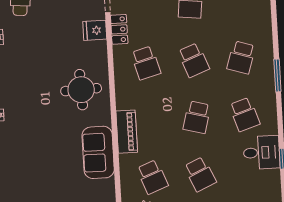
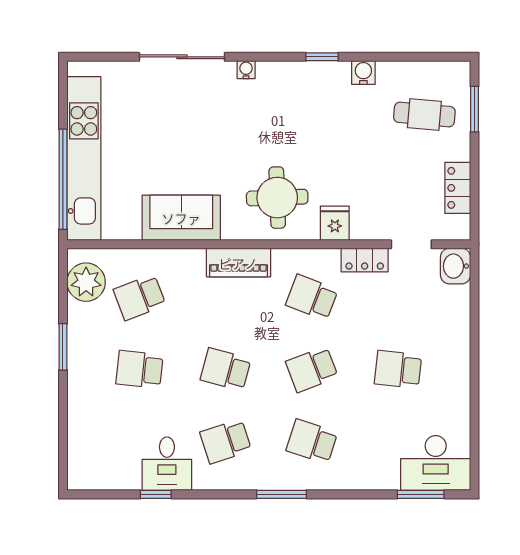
fridge: (95, 30) -> (335, 223), moved
school desk: (146, 63) -> (312, 297), turned 36
piano: (127, 132) -> (238, 263), moved
school desk: (200, 174) -> (140, 369), turned 30

